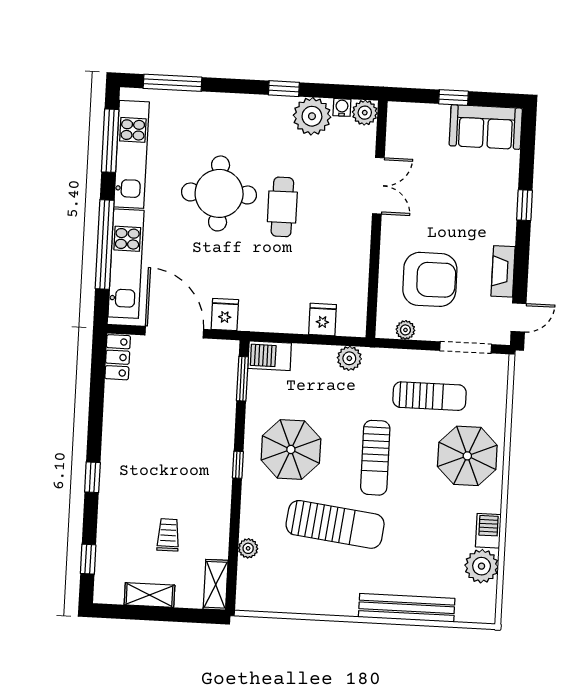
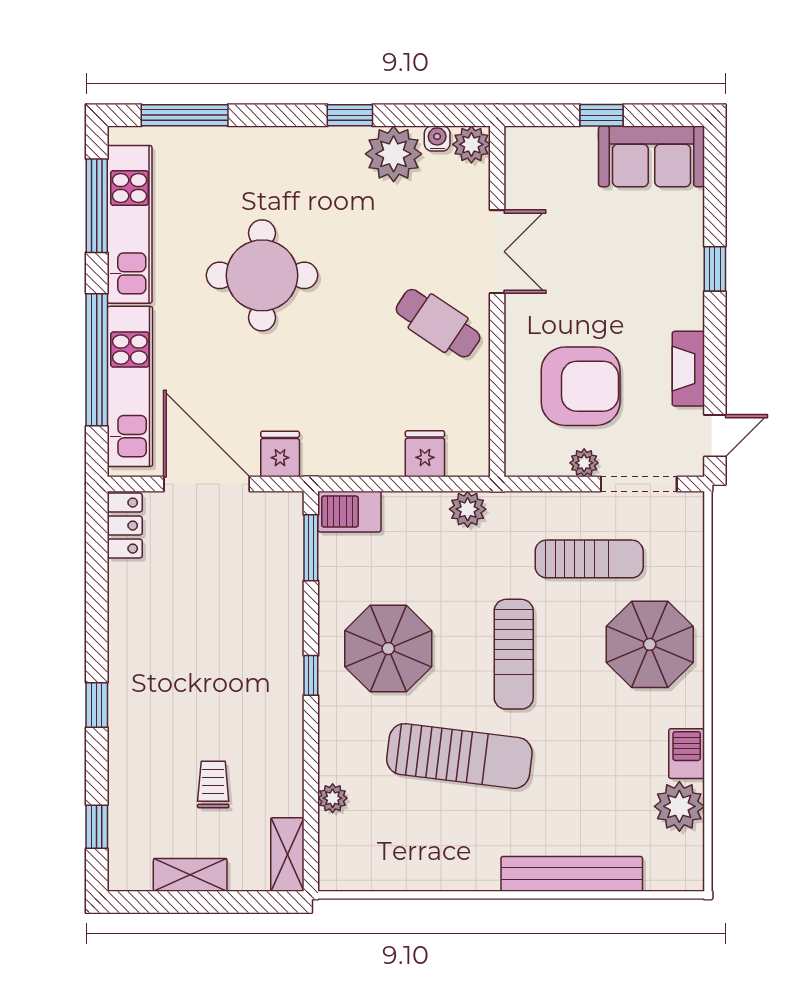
cafe table: (282, 207) -> (438, 323), moved, turned -56
plant: (405, 330) -> (584, 463), moved

